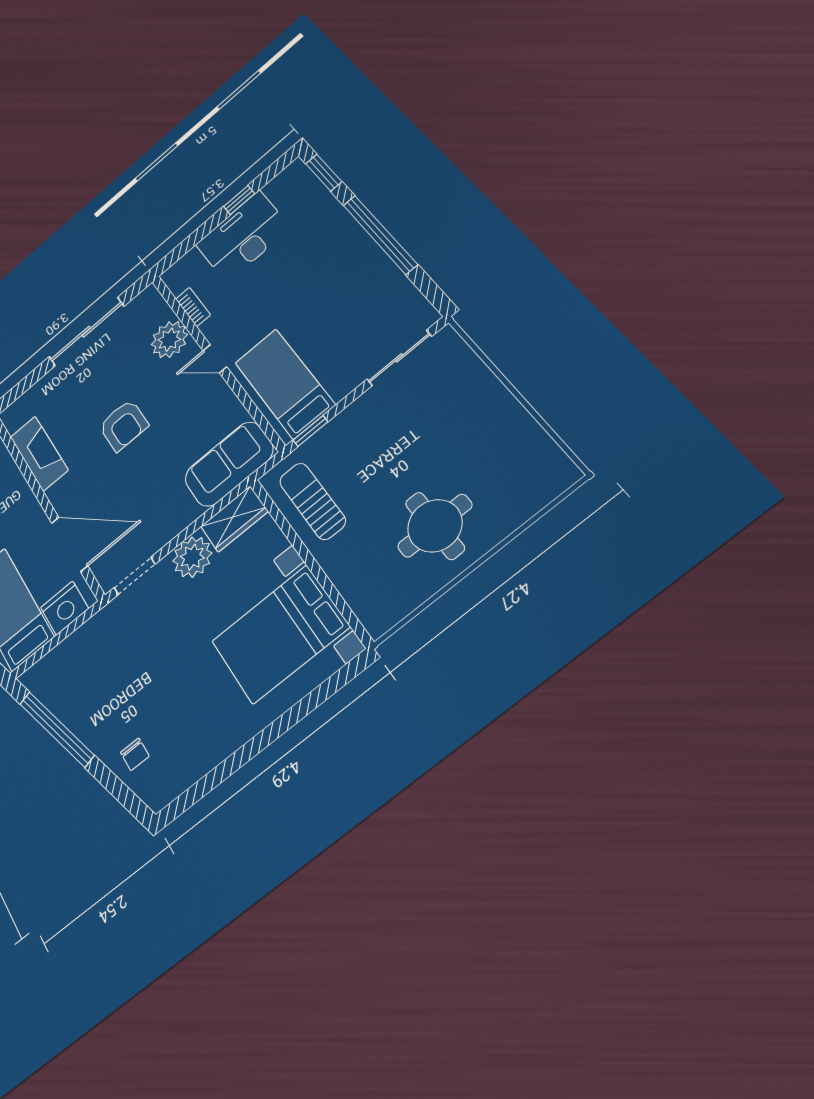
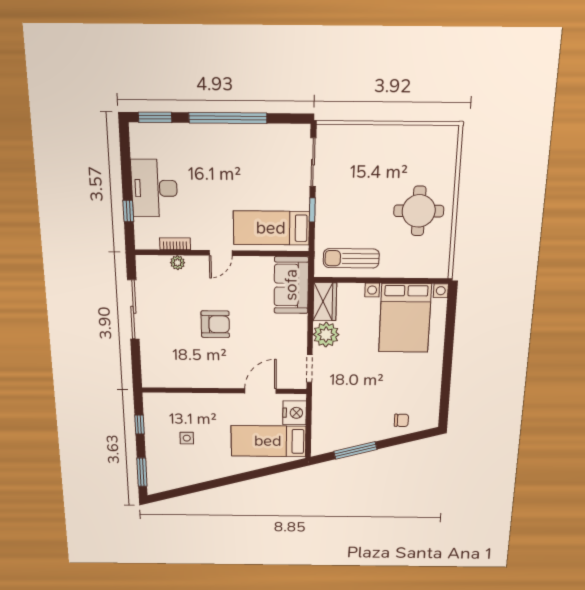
window: (239, 200) -> (128, 211), moved
plant: (169, 340) -> (178, 263), width x0.53, depth x0.53
window: (310, 431) -> (312, 210), moved
fireplace: (39, 453) -> (189, 378), removed
door: (70, 544) -> (260, 391), width x0.73
window: (57, 729) -> (355, 450), width x0.68

